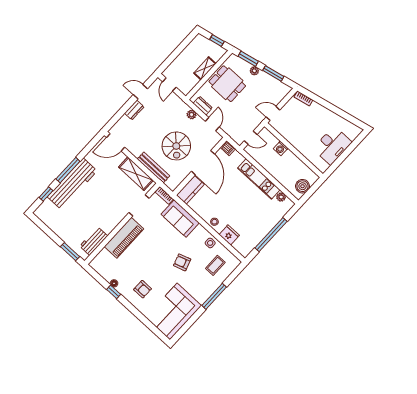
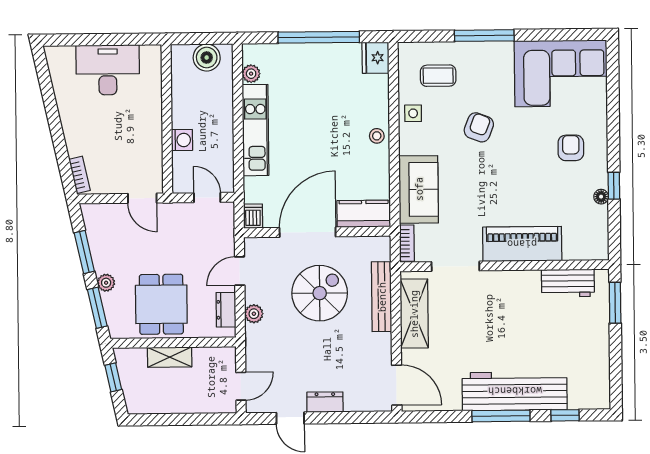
fridge: (229, 235) -> (375, 58), moved
armchair: (182, 262) -> (479, 127), turned -141

